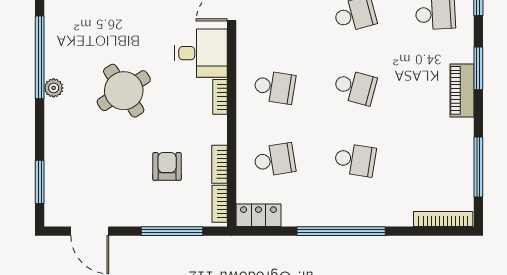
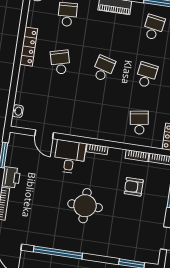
school desk: (275, 87) -> (154, 27), moved
plant: (54, 88) -> (77, 247), removed
round table: (124, 91) -> (85, 206), turned 33

